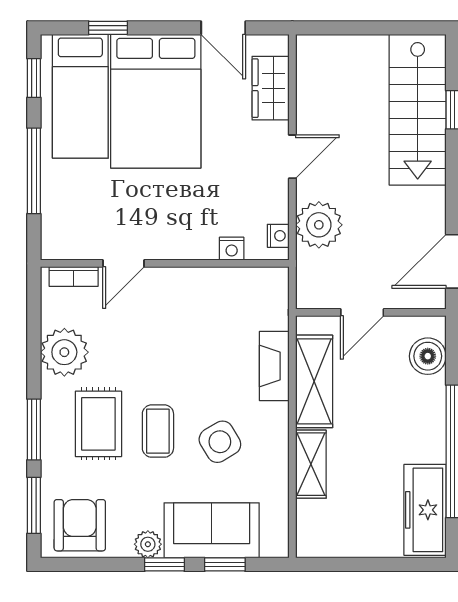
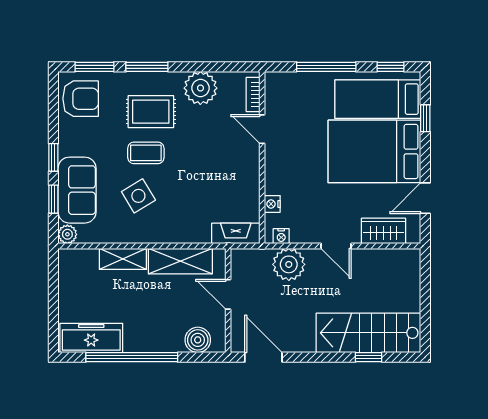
fireplace: (274, 366) -> (236, 233), moved
plant: (148, 544) -> (67, 234), moved

